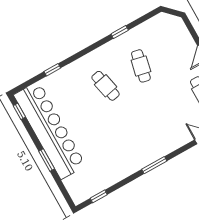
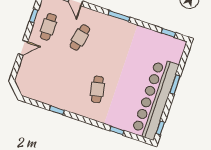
cafe table: (141, 66) -> (80, 37), moved

